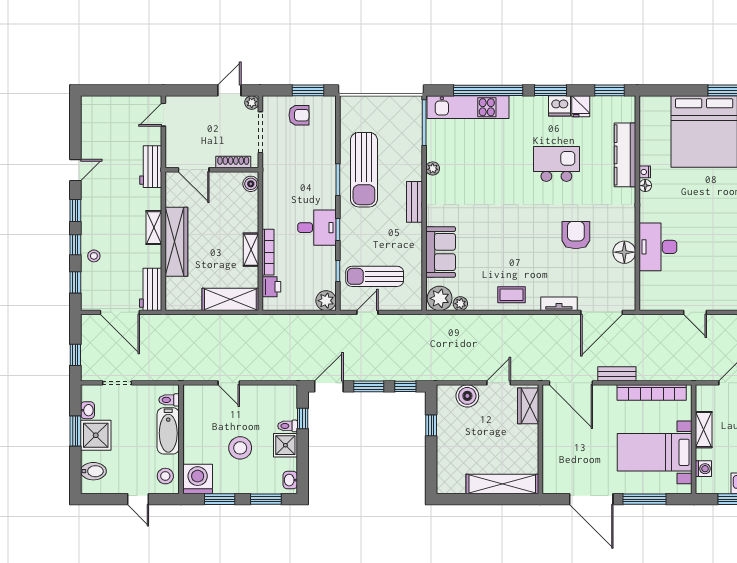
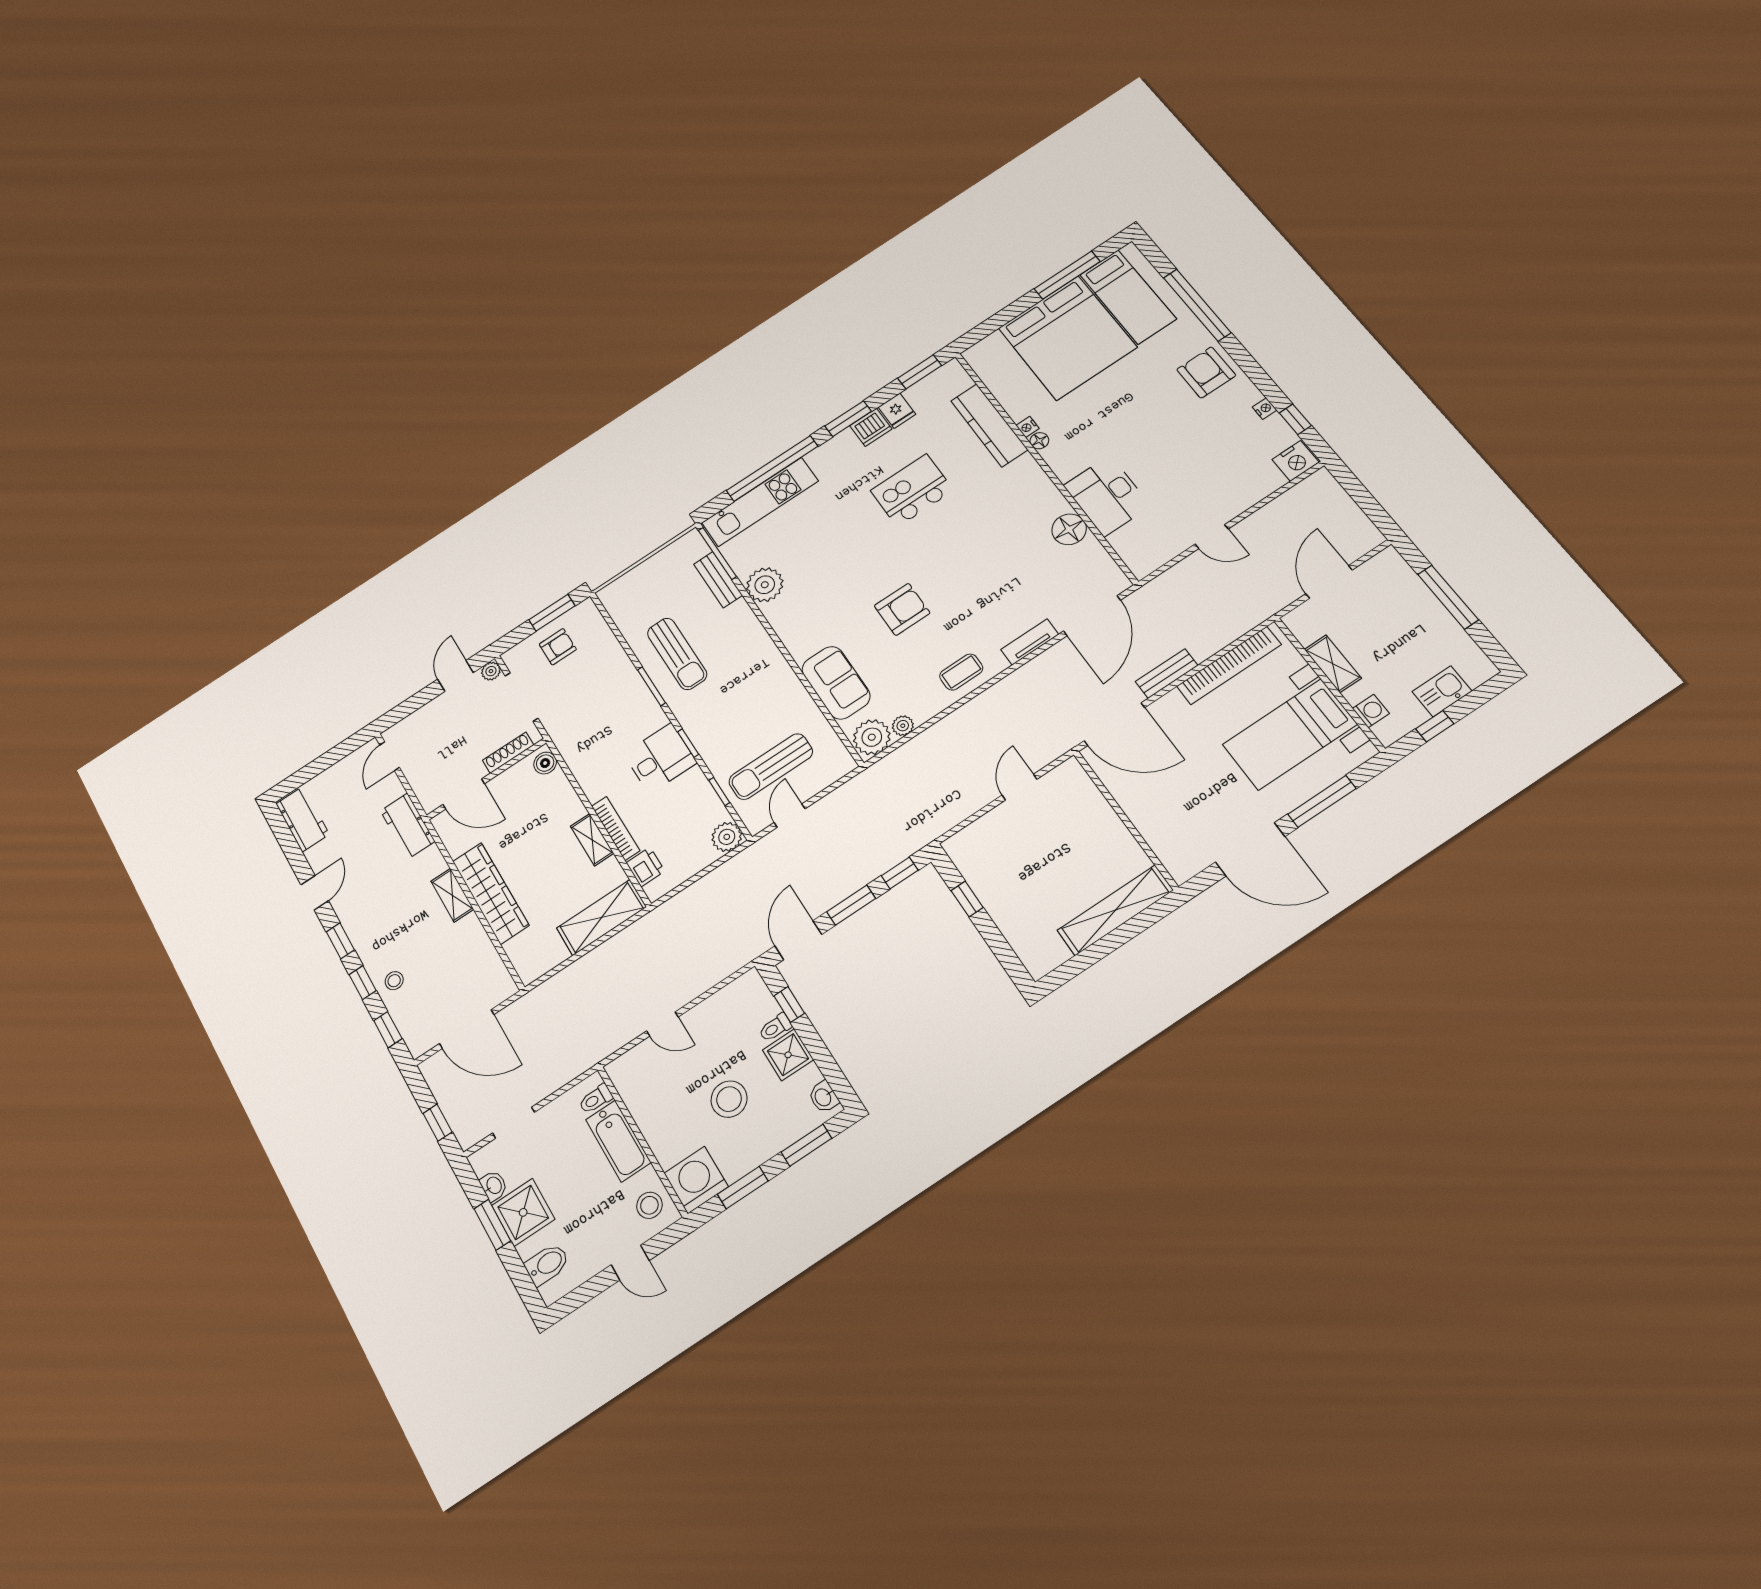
plant: (433, 168) -> (765, 585), width x1.88, depth x1.88
sun lounger: (364, 170) -> (677, 654), width x0.73, depth x0.75
bench: (415, 202) -> (718, 580), moved
armchair: (576, 235) -> (902, 609), moved, turned 90
workbench: (151, 289) -> (303, 819), moved, turned 180
boiler: (467, 396) -> (990, 830), removed
wardrobe: (528, 406) -> (1079, 789), removed

